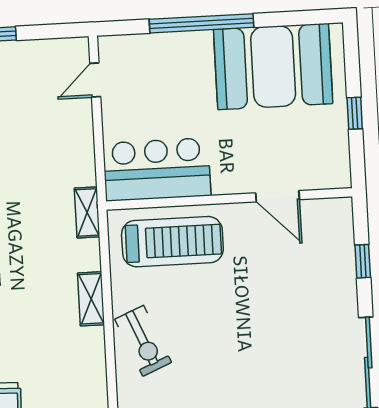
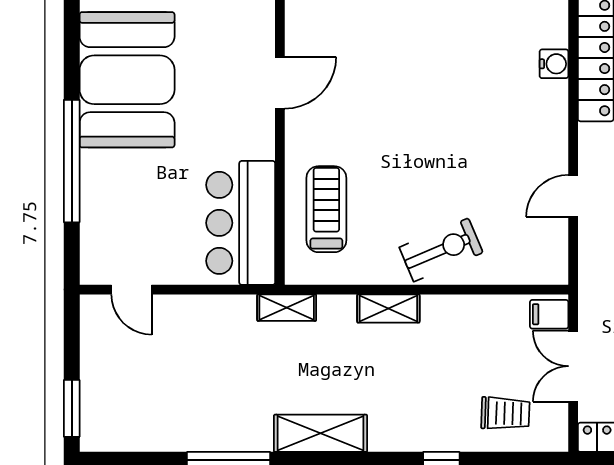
treadmill: (172, 242) -> (326, 209), width x0.73, depth x0.73

